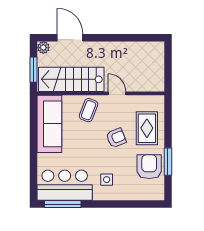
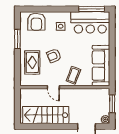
stairs: (71, 79) -> (46, 115), moved, turned 180
armchair: (149, 167) -> (36, 22), moved

